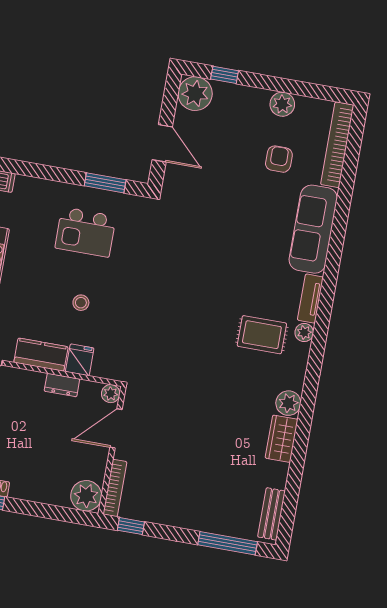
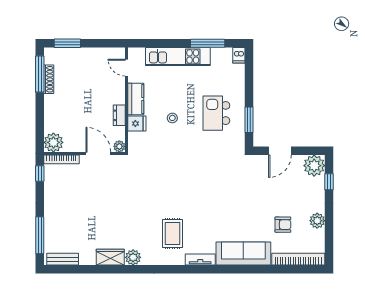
plant: (304, 333) -> (178, 259), removed

